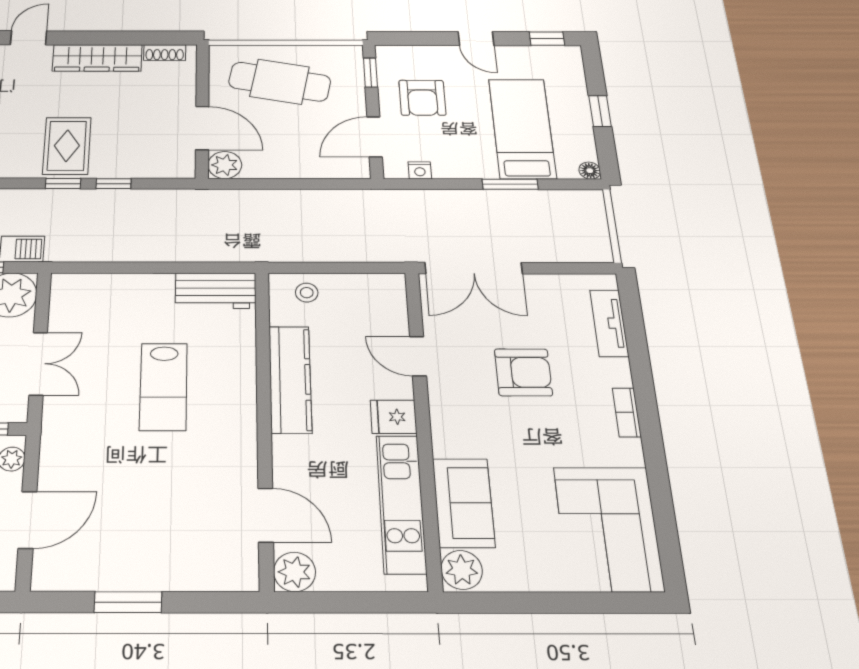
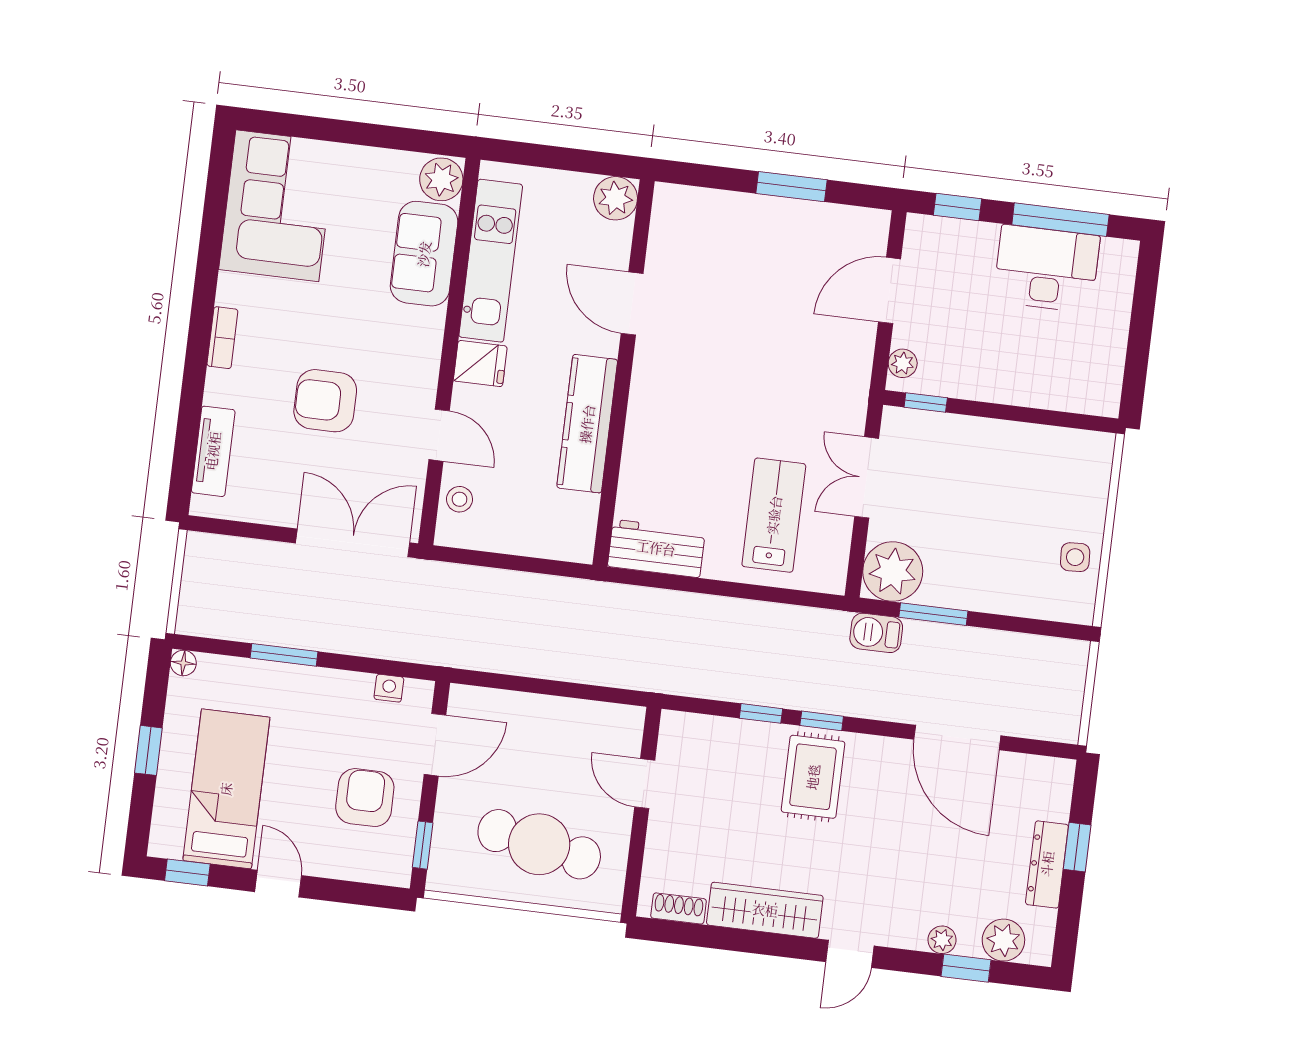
door: (202, 128) -> (645, 784), width x0.73
bed: (522, 128) -> (226, 789), moved, turned 180
plant: (225, 165) -> (624, 725), removed
stool: (307, 293) -> (460, 499), moved
lab bench: (163, 386) -> (774, 515), moved
door: (266, 515) -> (632, 304), moved

